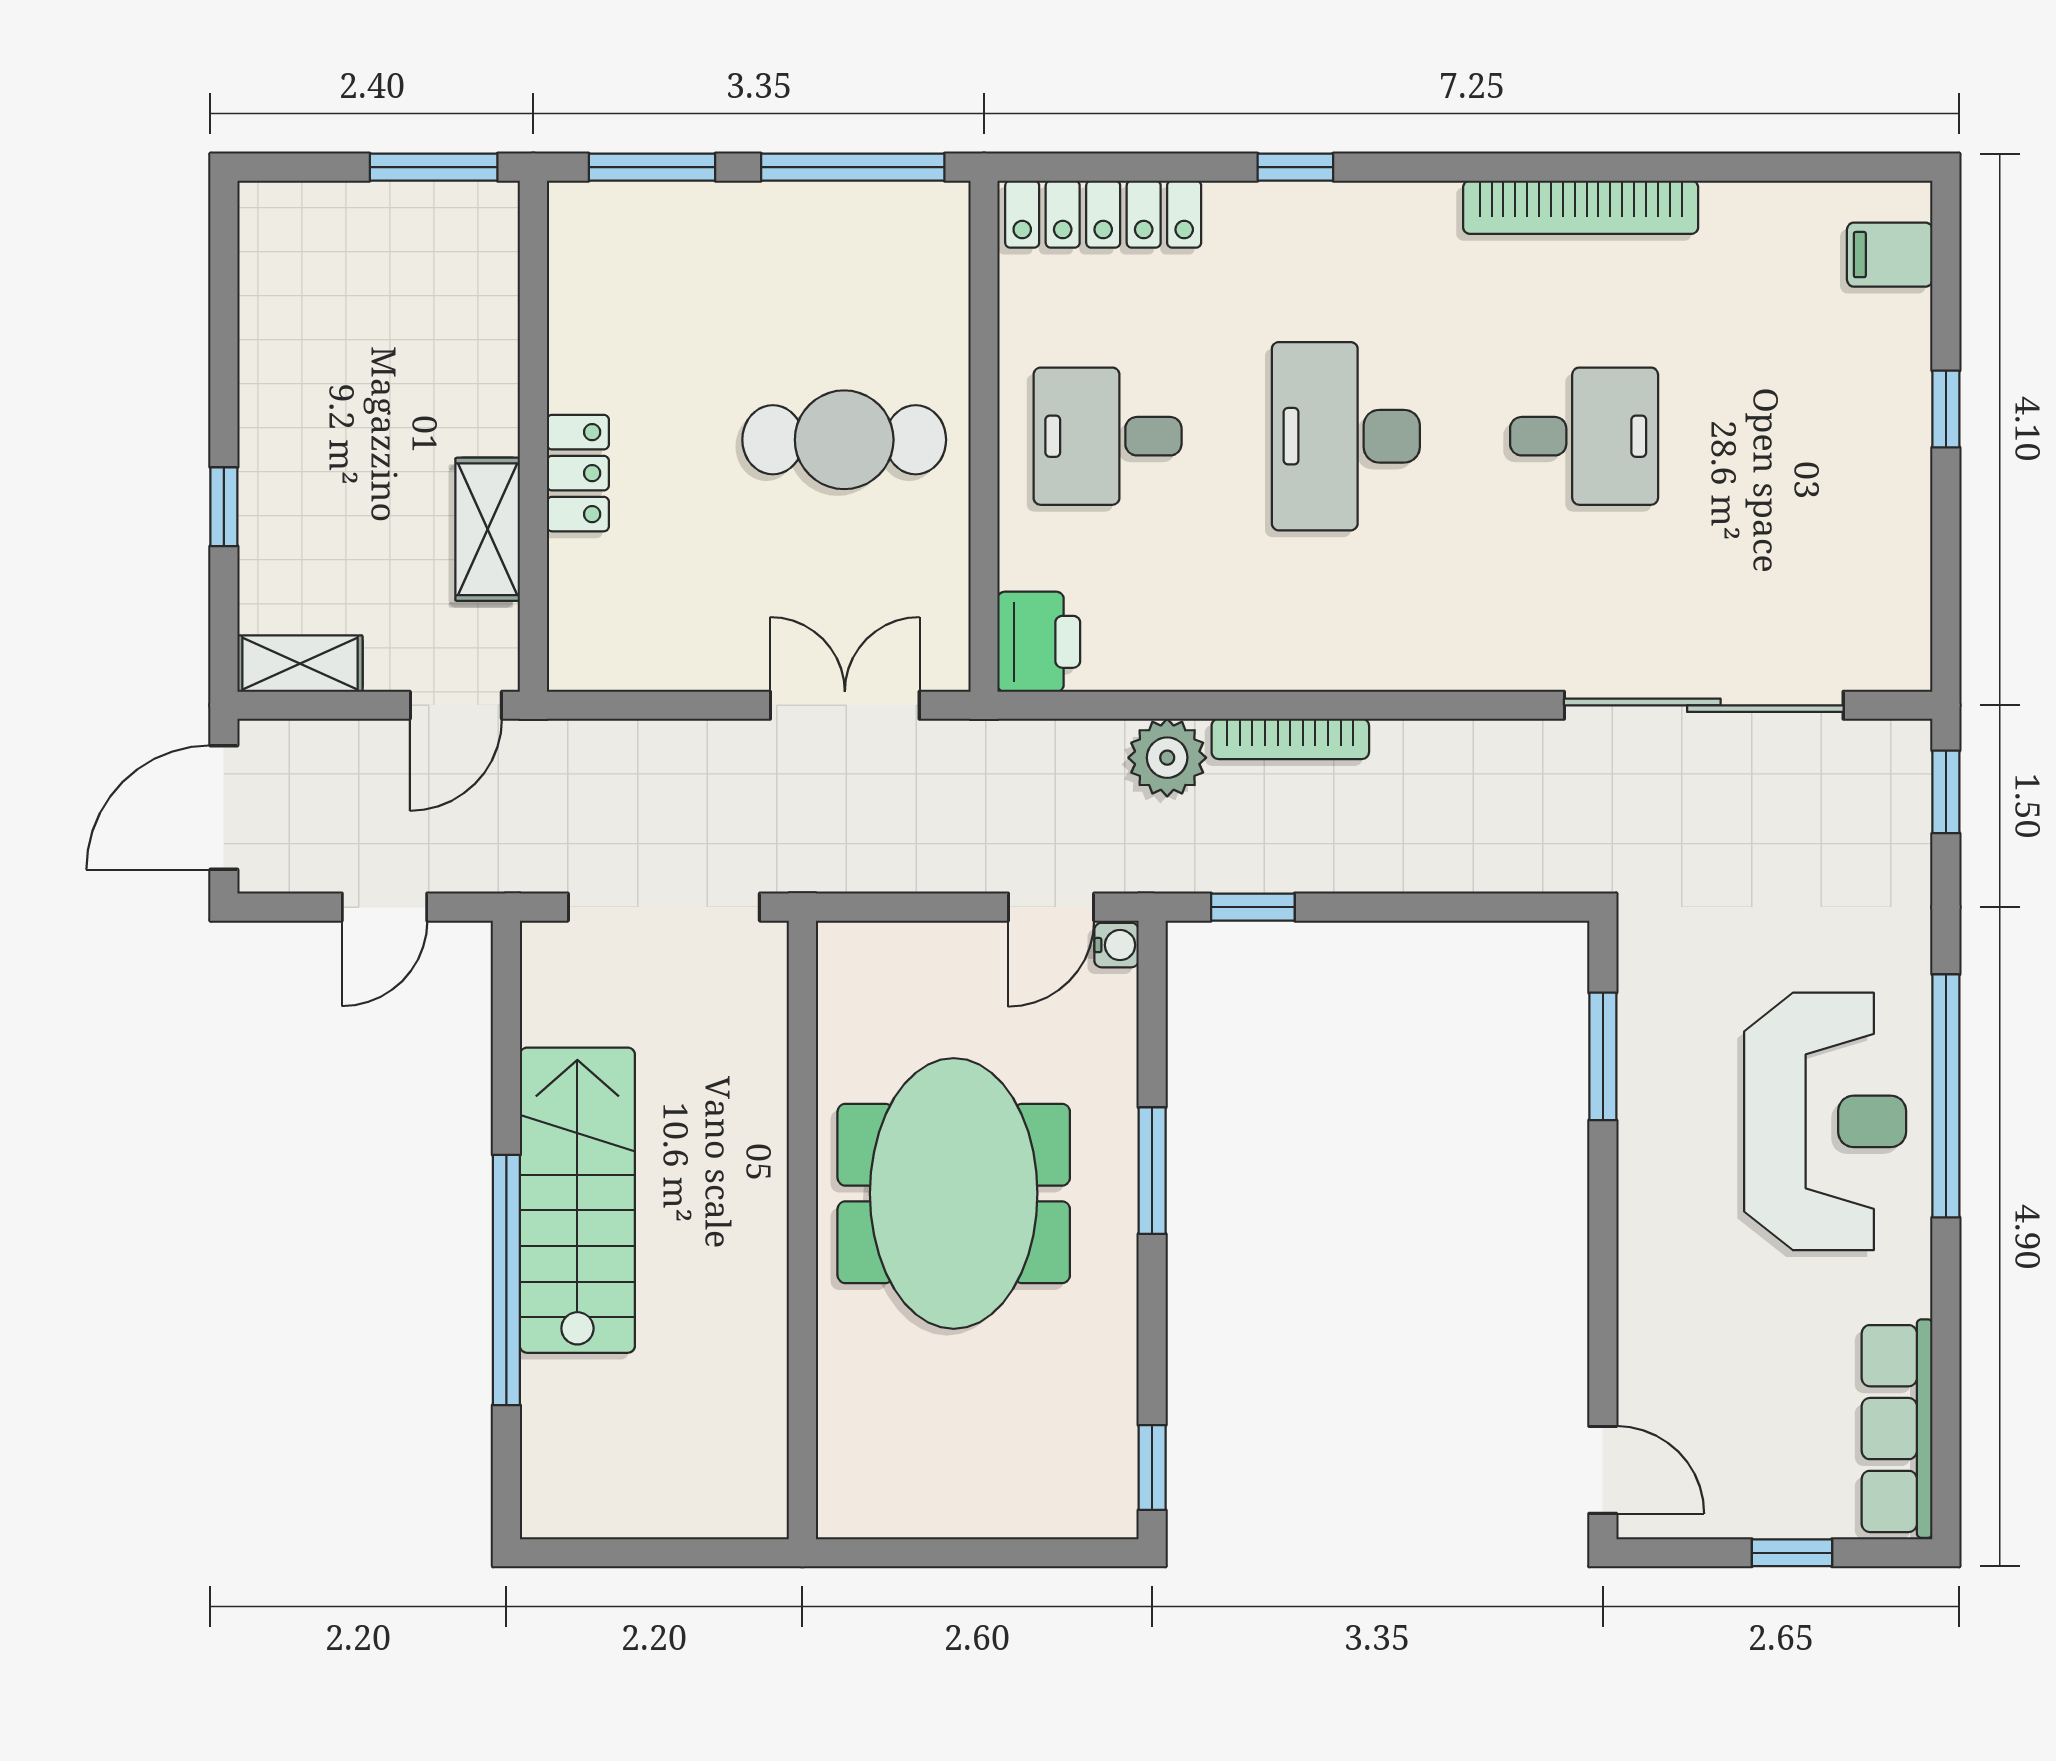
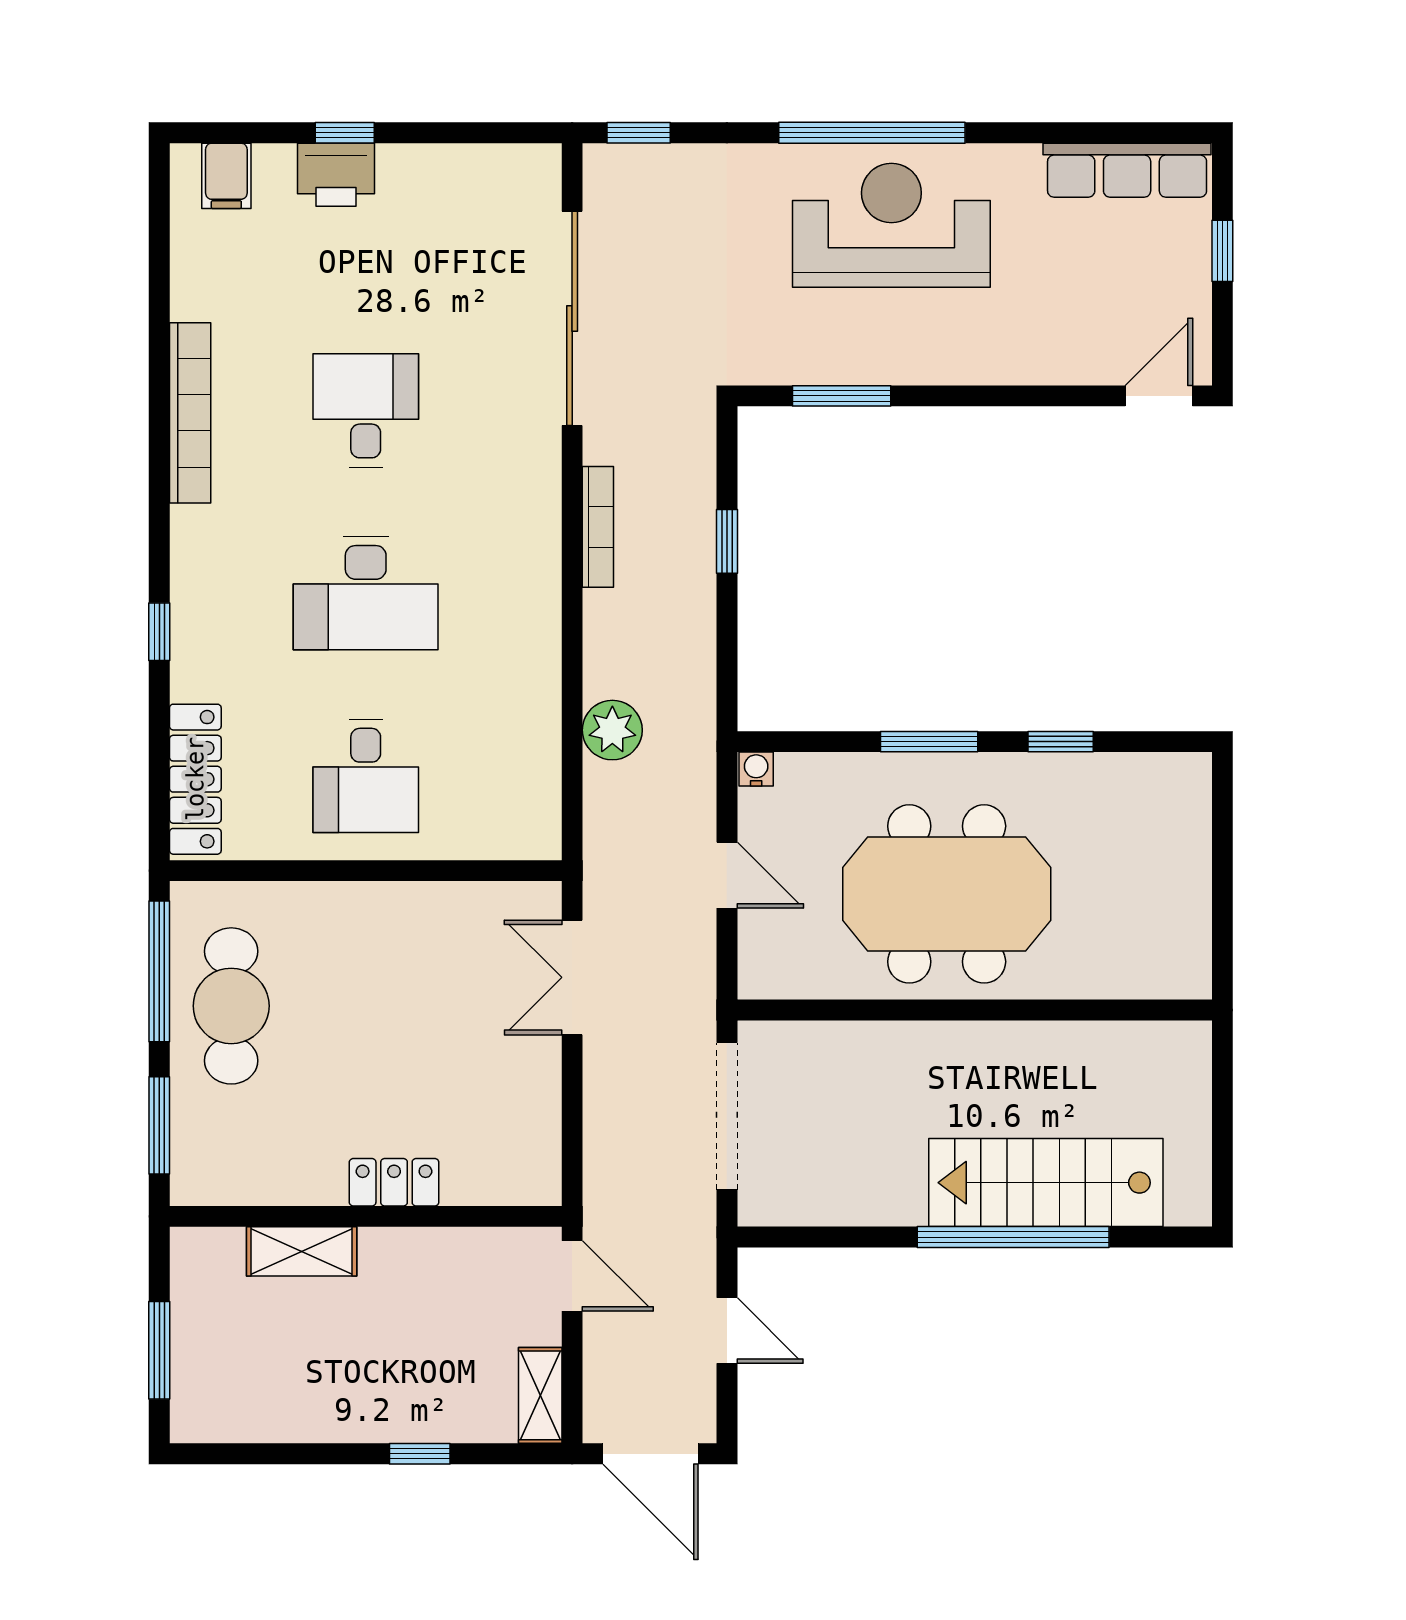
window: (434, 167) -> (159, 1350), moved
cafe table: (844, 440) -> (231, 1006), moved
shelving: (488, 529) -> (302, 1251), moved
printer: (1039, 642) -> (336, 175), moved, turned 180
bookcase: (1290, 739) -> (598, 527), moved
door: (1051, 907) -> (727, 875), moved
window: (1253, 907) -> (727, 541), moved
stairs: (577, 1200) -> (1046, 1183), moved
window: (1152, 1468) -> (1061, 742), moved

